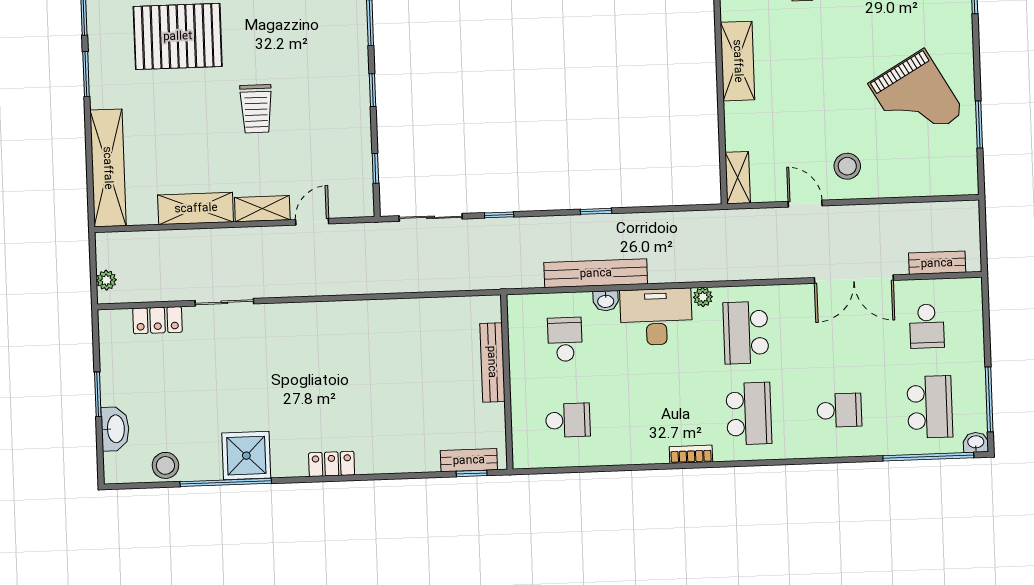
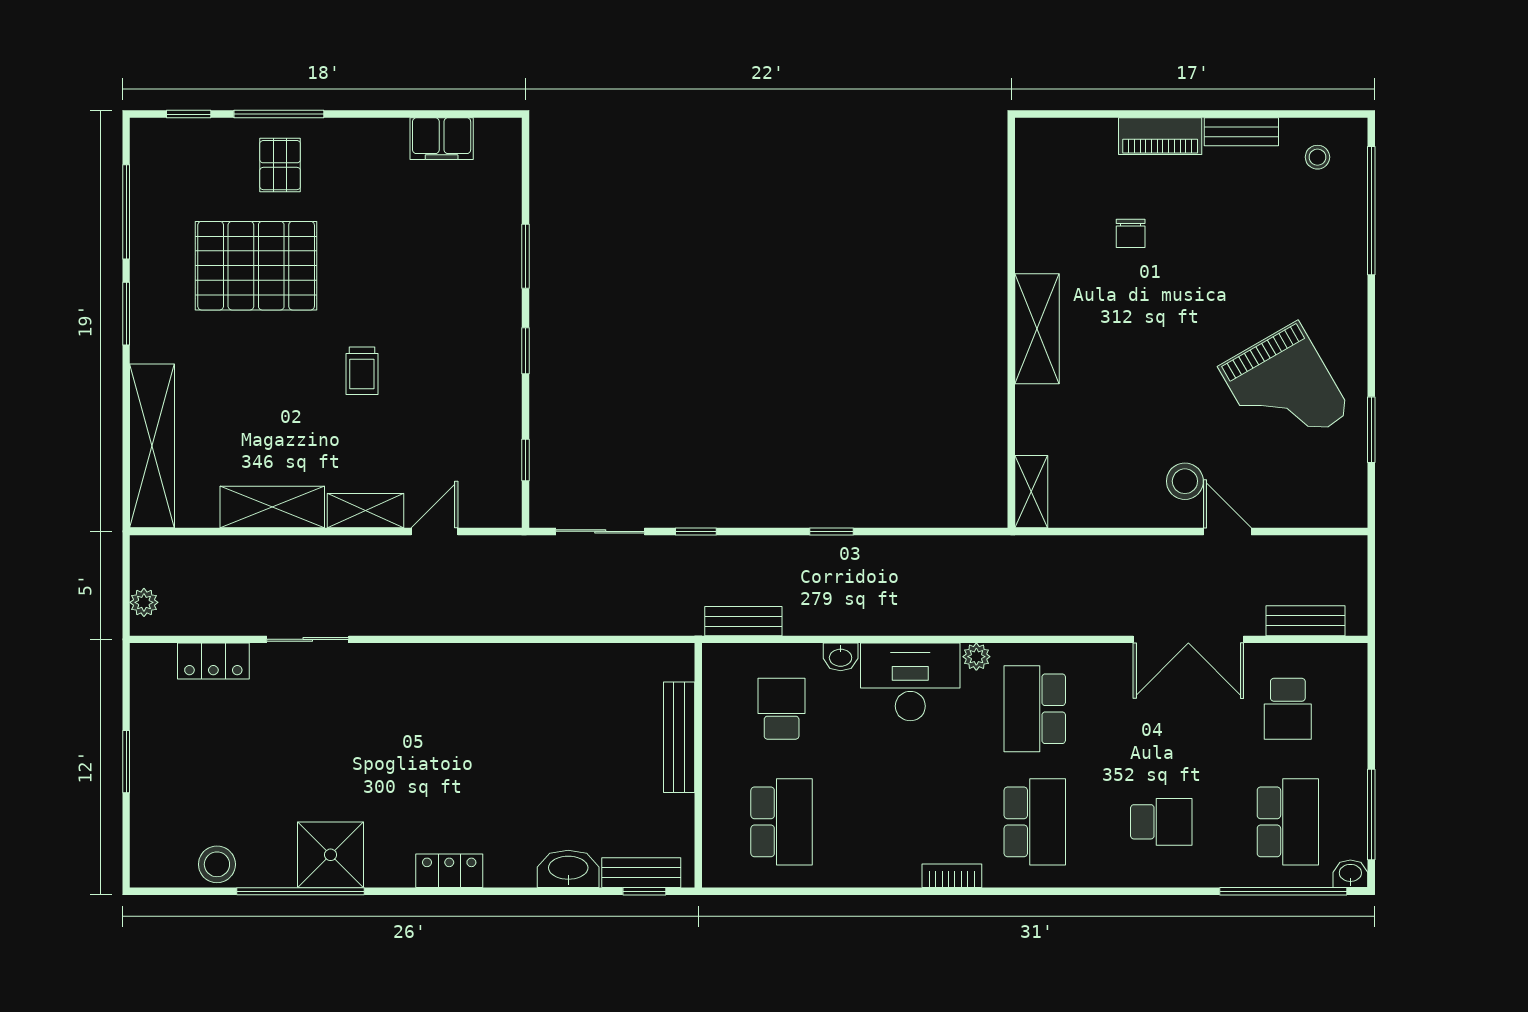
trolley: (256, 109) -> (362, 371), width x0.73, depth x0.72
door: (805, 204) -> (1227, 531), moved
bench: (596, 273) -> (743, 621), moved, width x0.54, depth x0.82
school desk: (568, 420) -> (782, 822), width x1.85
washbasin: (115, 429) -> (568, 869), moved, turned -90

